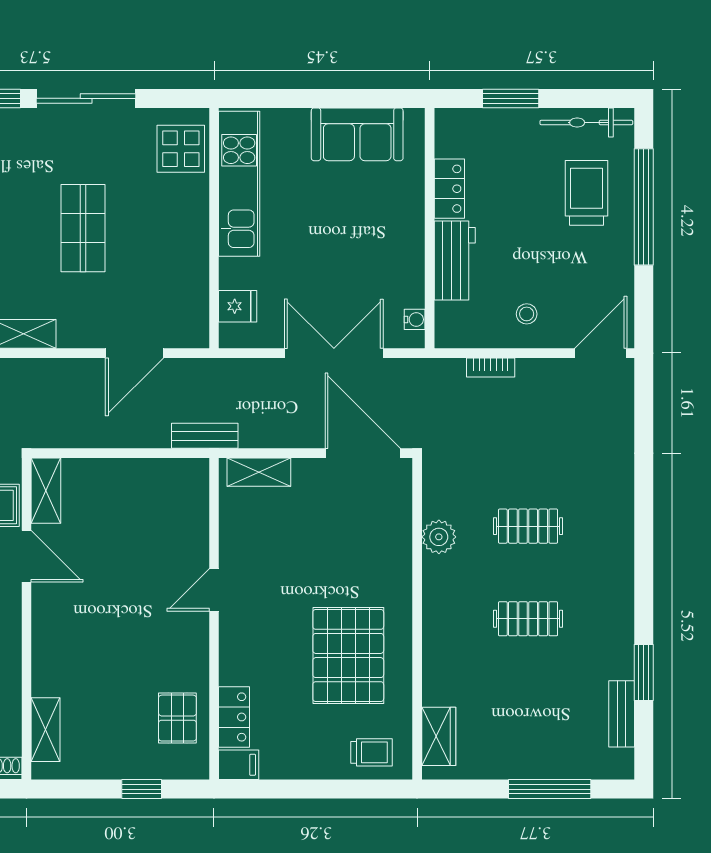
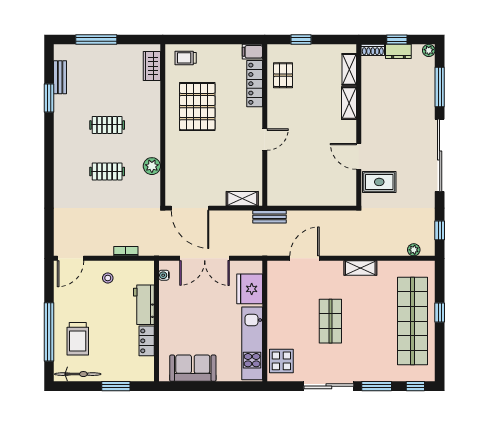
fridge: (238, 306) -> (250, 289), width x1.88, depth x1.34
shelving: (46, 491) -> (349, 103), moved
locker: (234, 717) -> (255, 84), width x1.53

